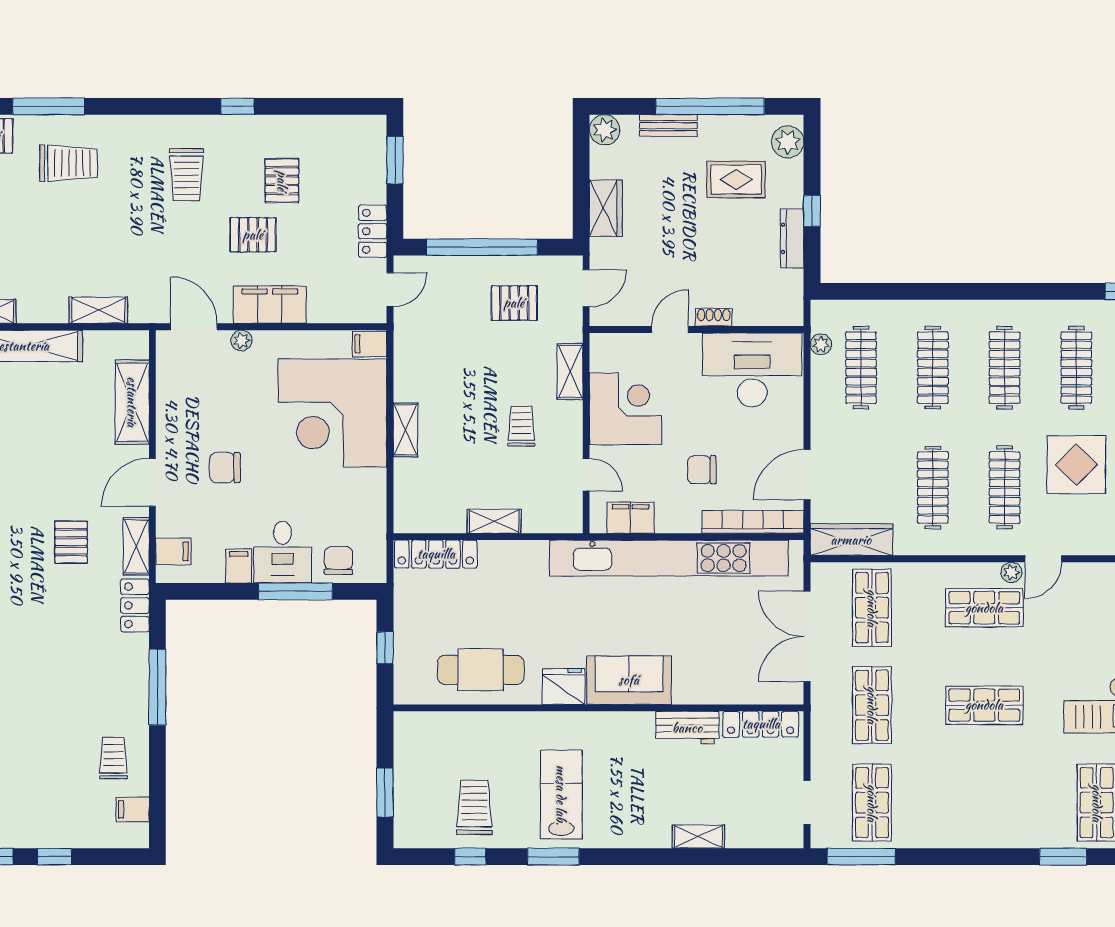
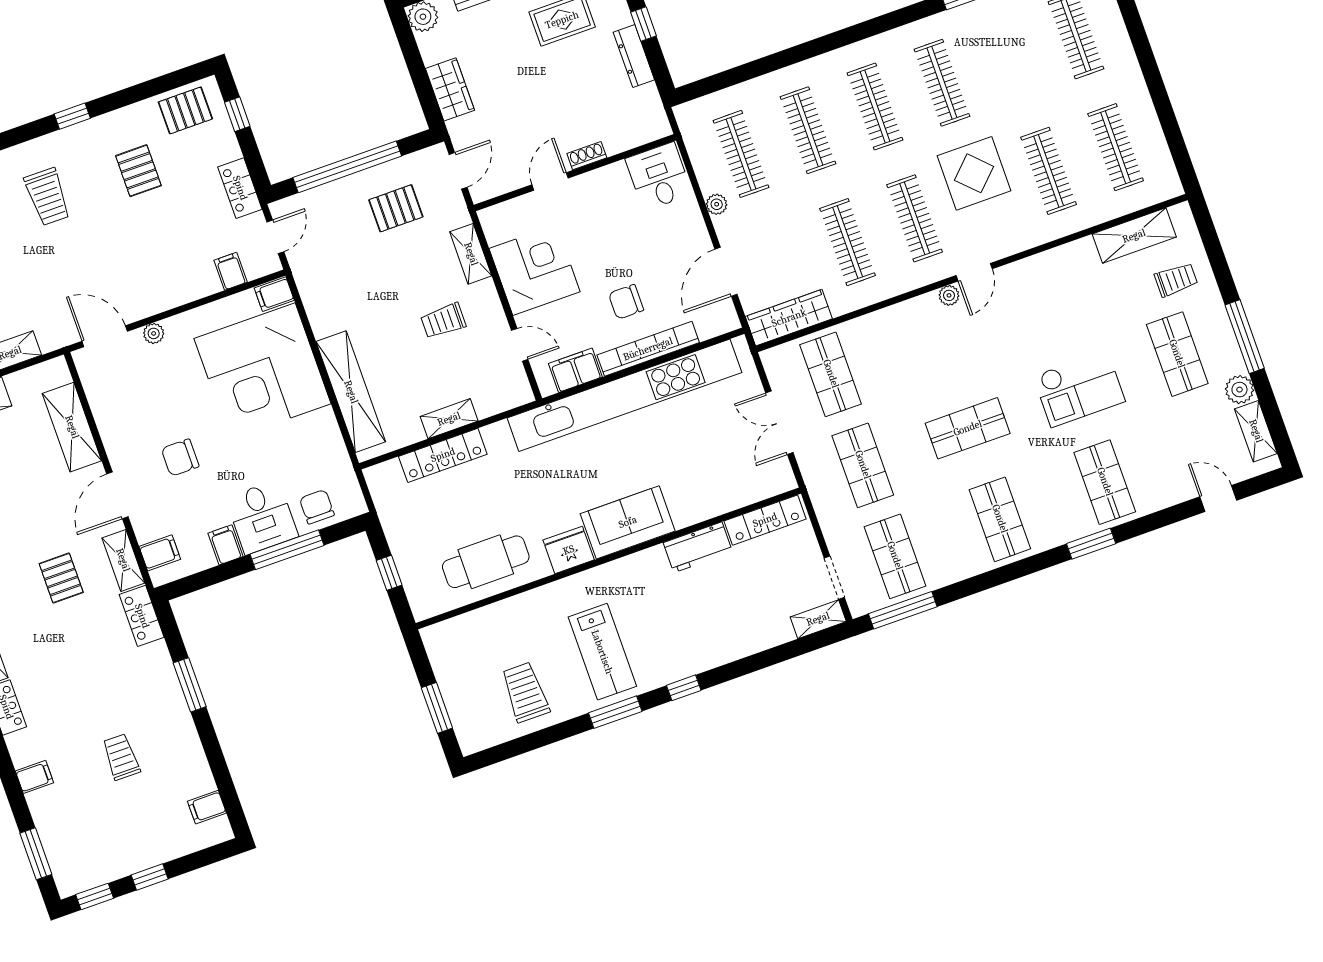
window: (395, 160) -> (237, 114), width x0.67
pallet: (253, 235) -> (185, 110), moved
filing cabinet: (270, 305) -> (231, 271), moved, width x0.33, depth x0.86
plant: (821, 344) -> (717, 204), moved
desk: (752, 370) -> (659, 176), width x0.53, depth x0.77
trolley: (521, 426) -> (443, 321), turned -90
shelving: (405, 430) -> (351, 392), width x2.20, depth x1.33
bookcase: (753, 522) -> (648, 349), moved
locker: (436, 554) -> (443, 455), moved
shop shelf: (984, 608) -> (1000, 519), moved, turned 90
double door: (807, 636) -> (779, 423), width x0.73
window: (157, 687) -> (190, 685), width x0.69
trolley: (114, 758) -> (121, 757), moved
lab bench: (561, 795) -> (602, 652), turned 180
shelving: (698, 837) -> (818, 619), moved
window: (470, 857) -> (684, 688), moved

